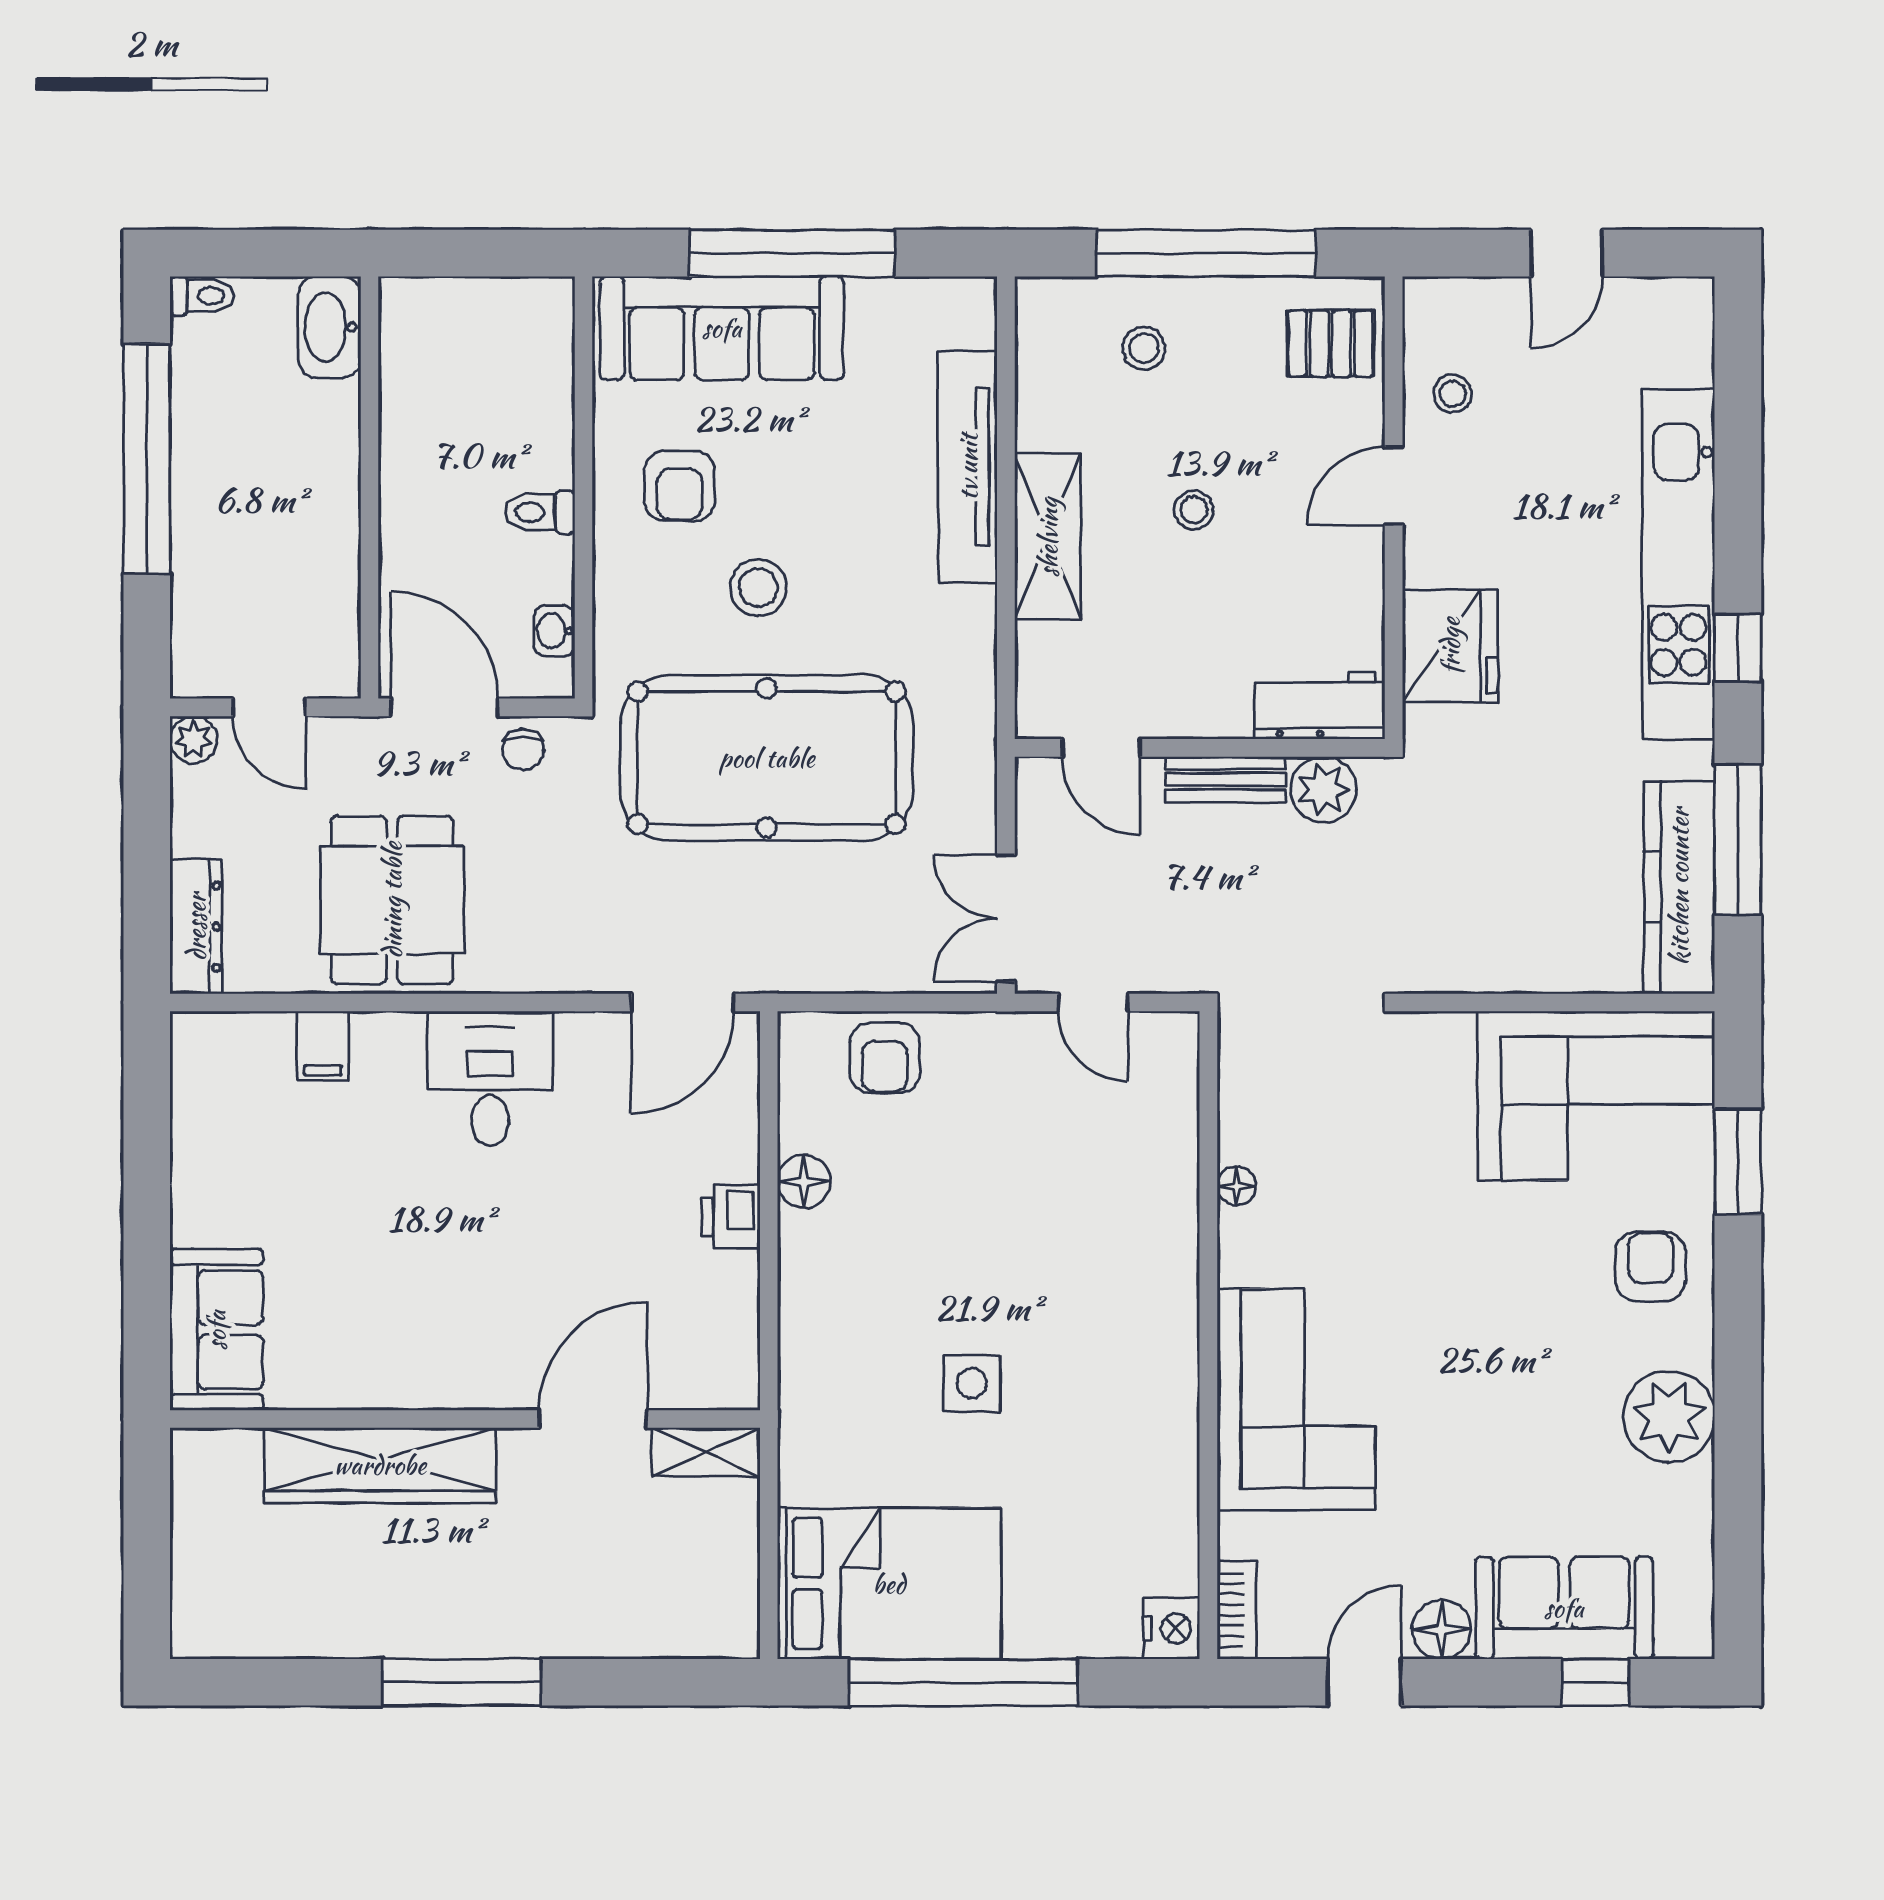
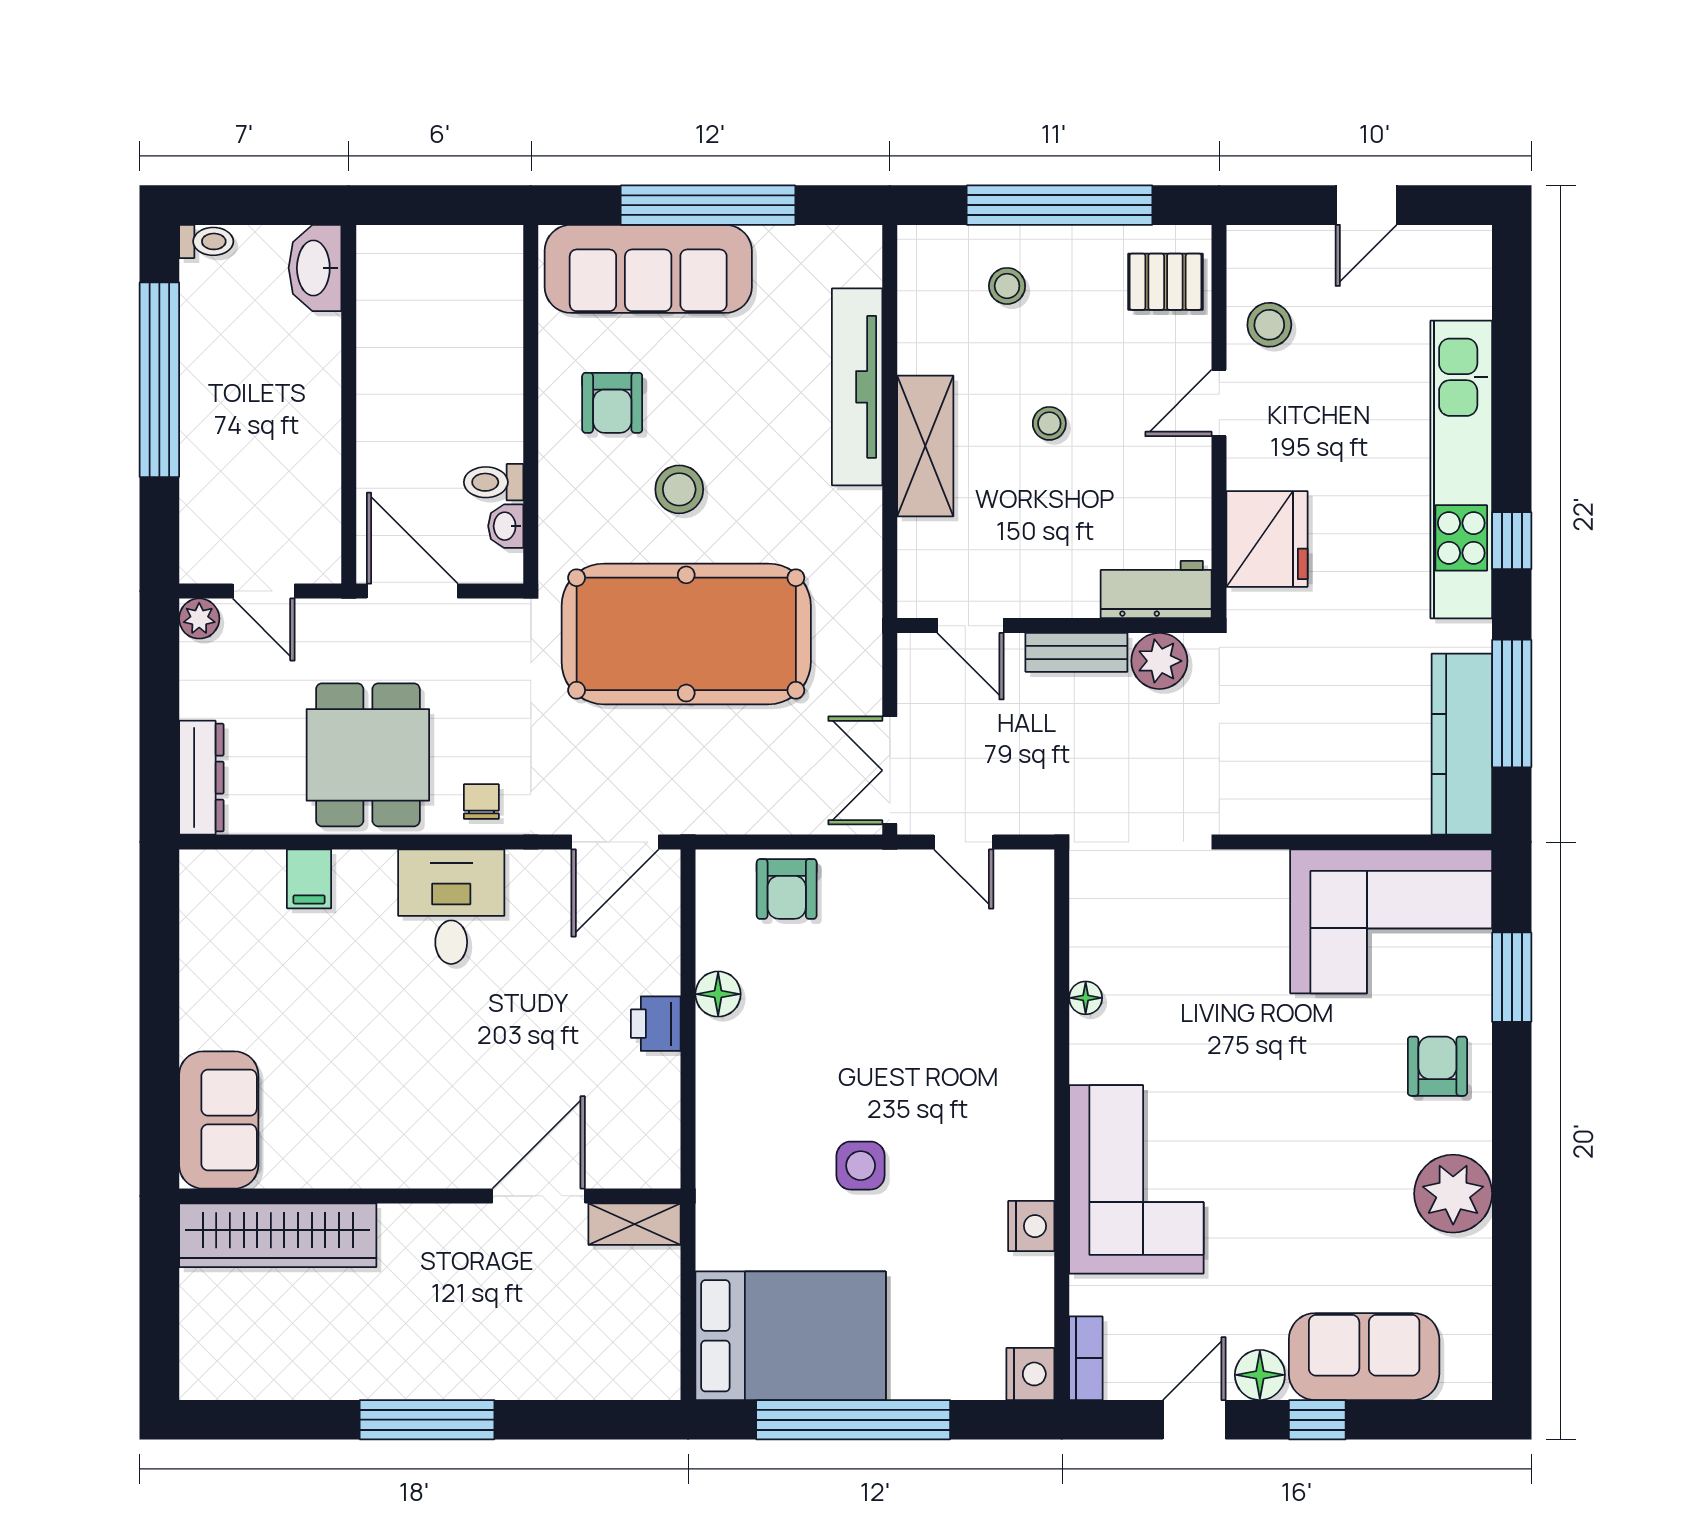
stool: (1453, 394) -> (1269, 325), width x1.37, depth x1.37
toilet: (540, 512) -> (494, 482), moved
chair: (523, 750) -> (481, 802), moved, turned 180
nightstand: (1173, 1455) -> (1031, 1226), added
wardrobe: (380, 1465) -> (278, 1235), moved
window: (1595, 1682) -> (1317, 1420), moved

